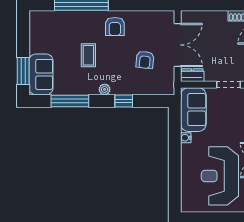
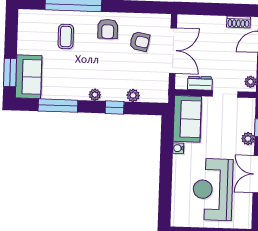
coffee table: (88, 55) -> (66, 36), moved
armchair: (145, 60) -> (140, 41), moved, turned -85
dresser: (192, 75) -> (200, 83), moved
plant: (141, 89) -> (133, 95), added

